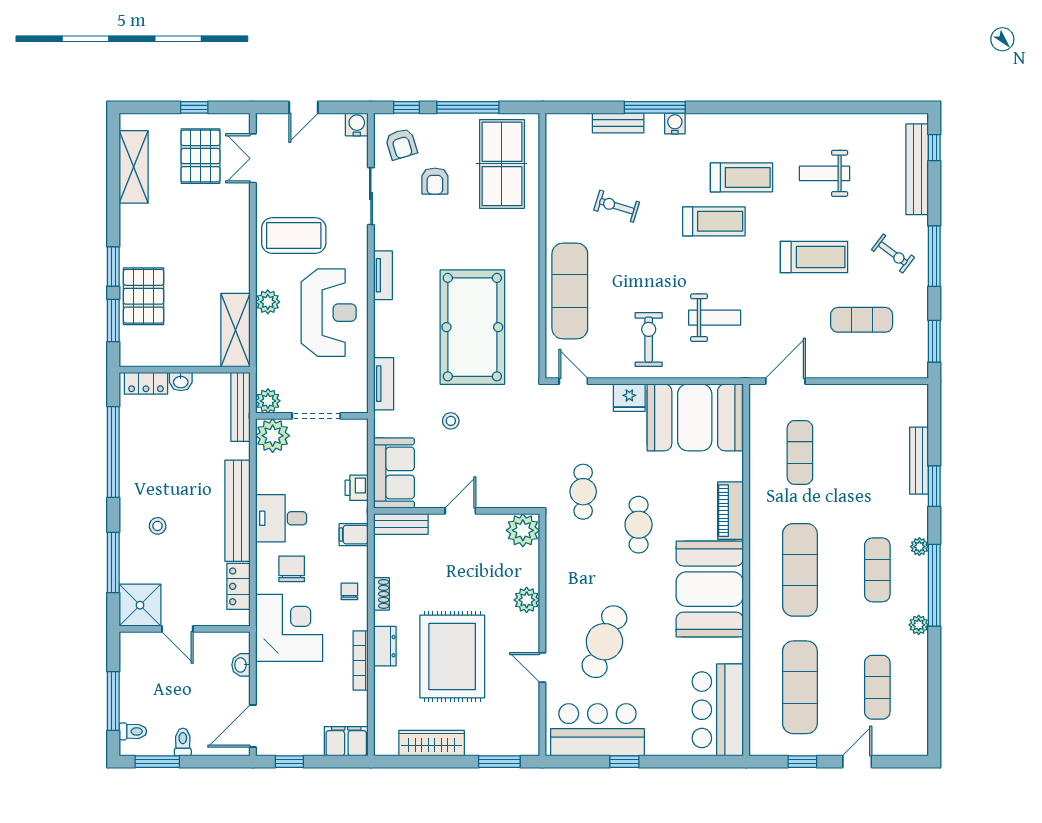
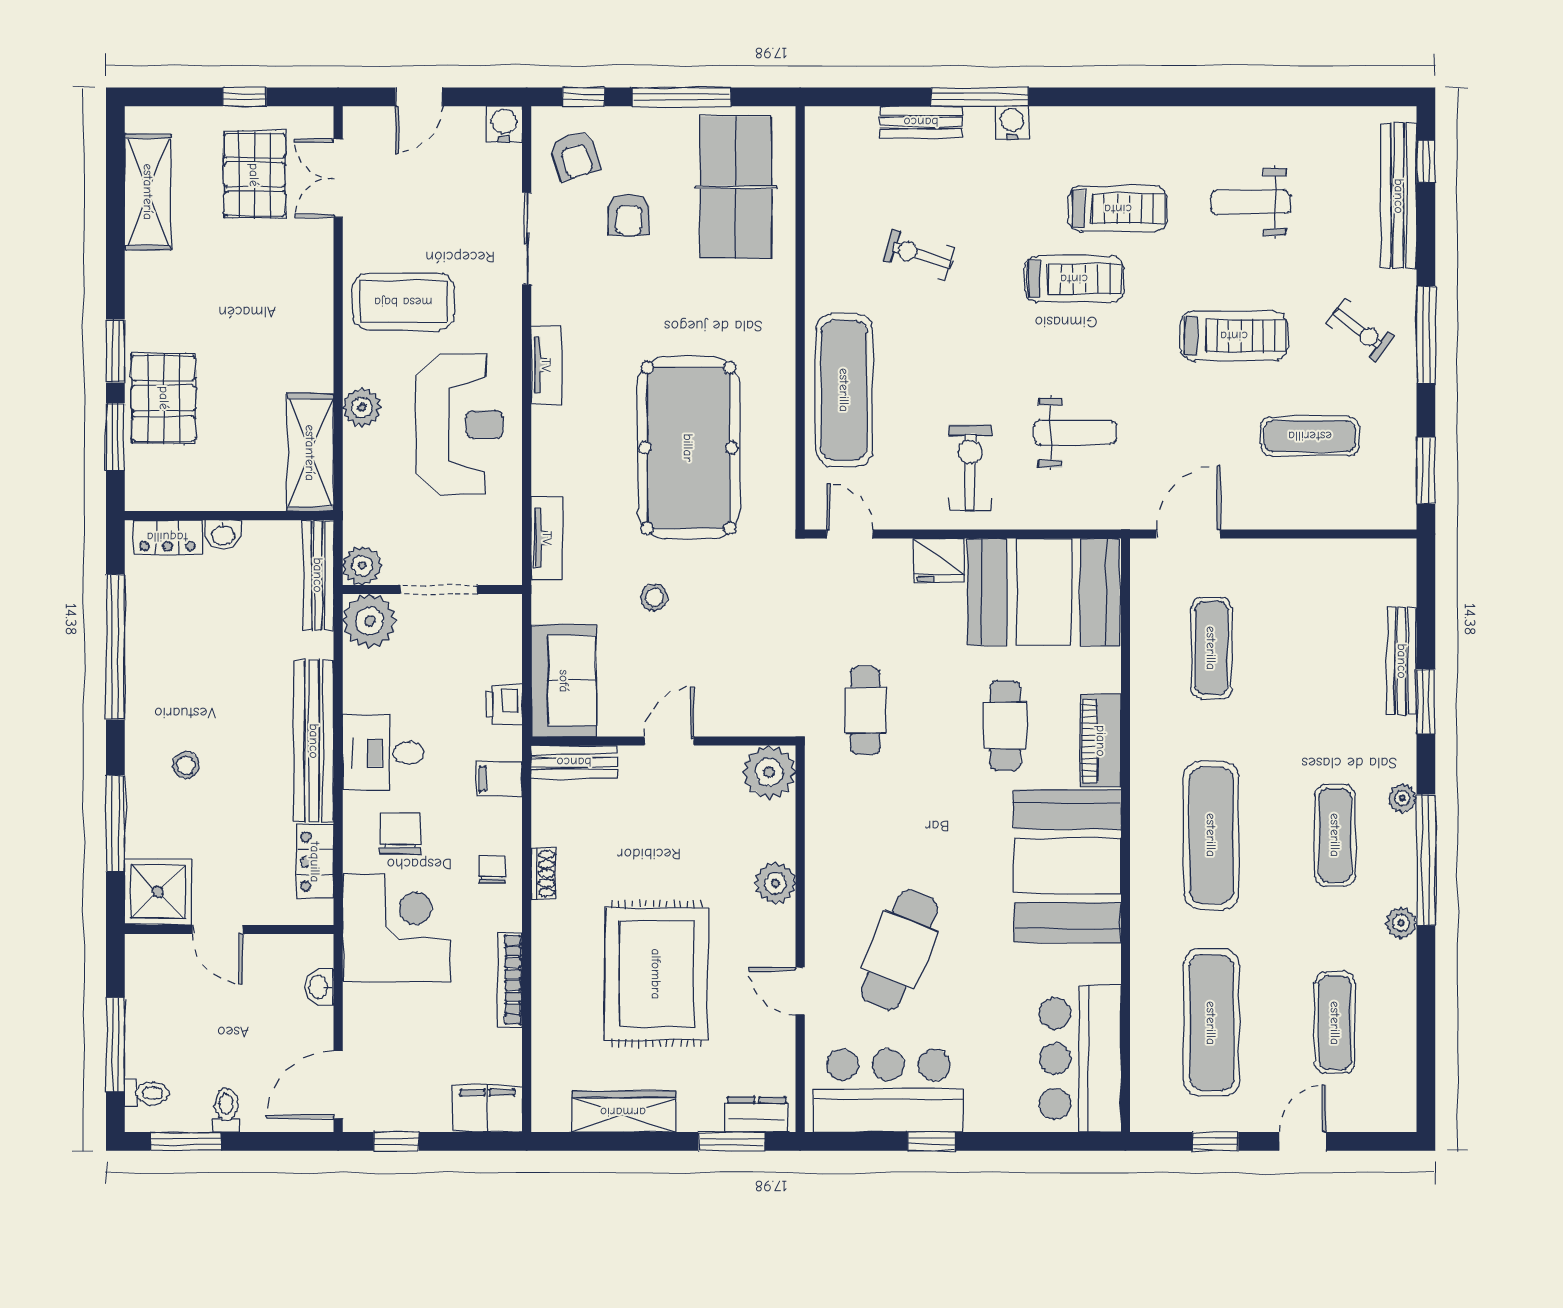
cafe table: (639, 525) -> (1005, 725), moved
dresser: (385, 646) -> (757, 1114), moved, turned -90

